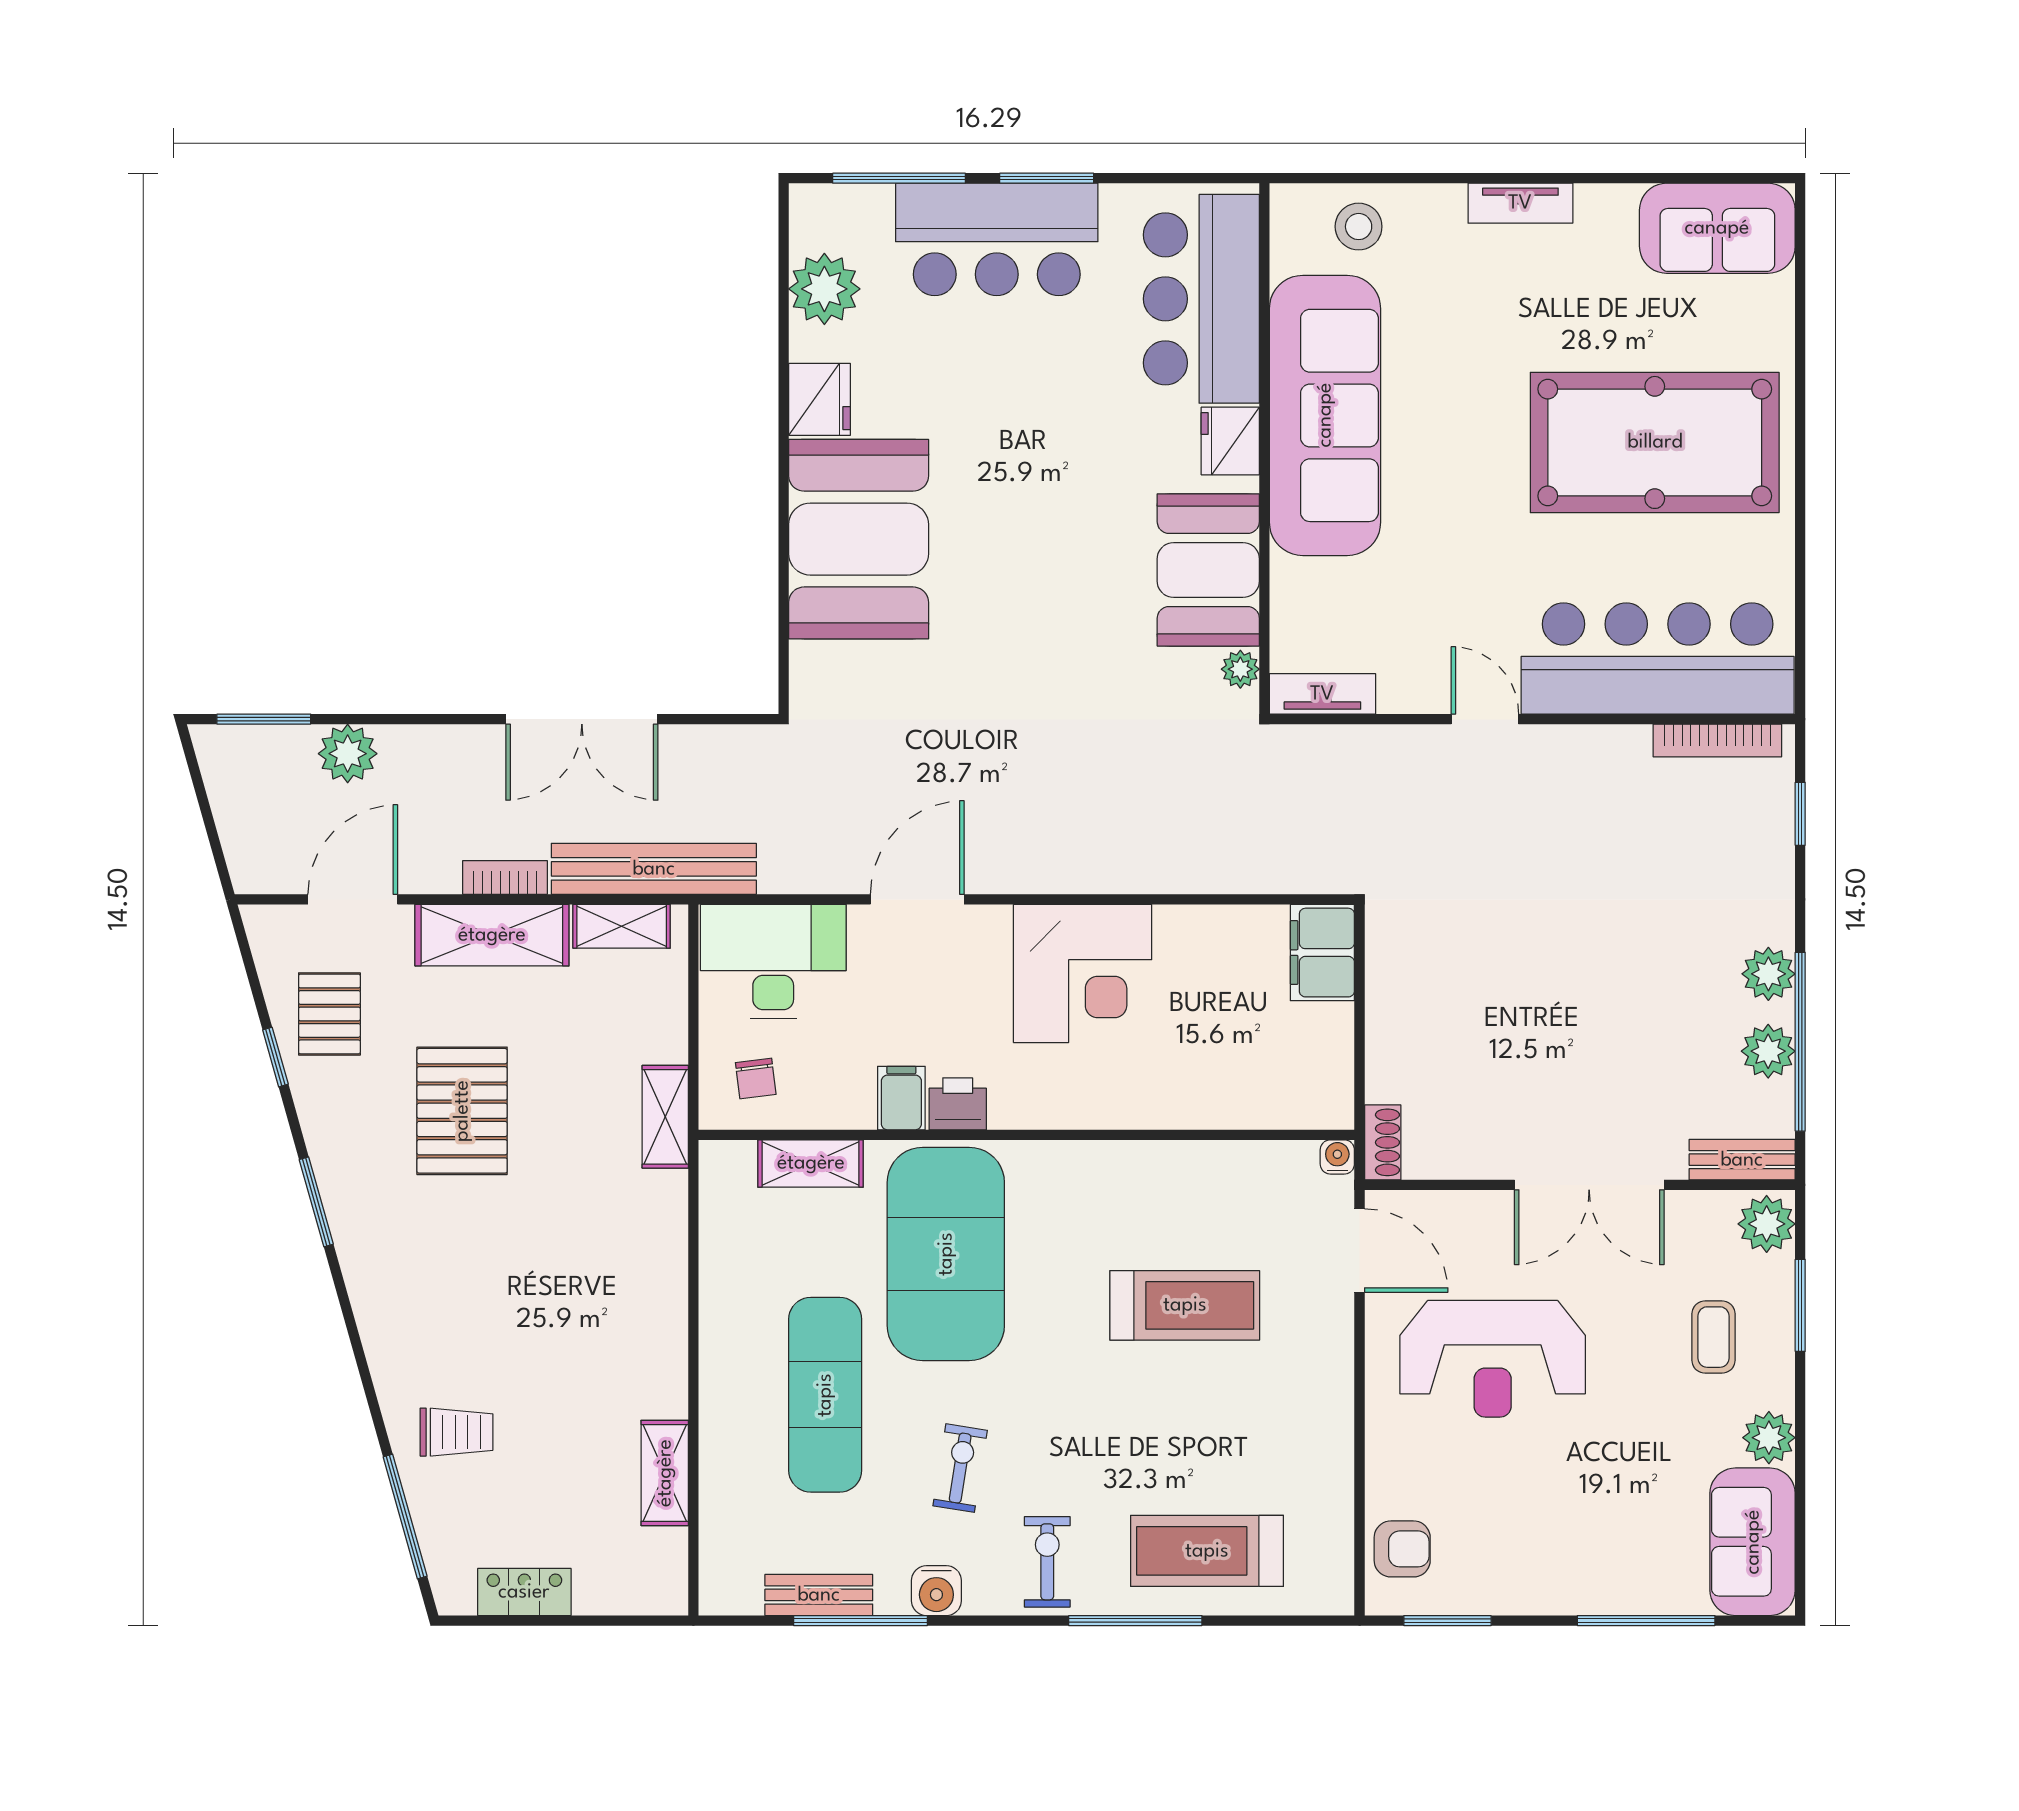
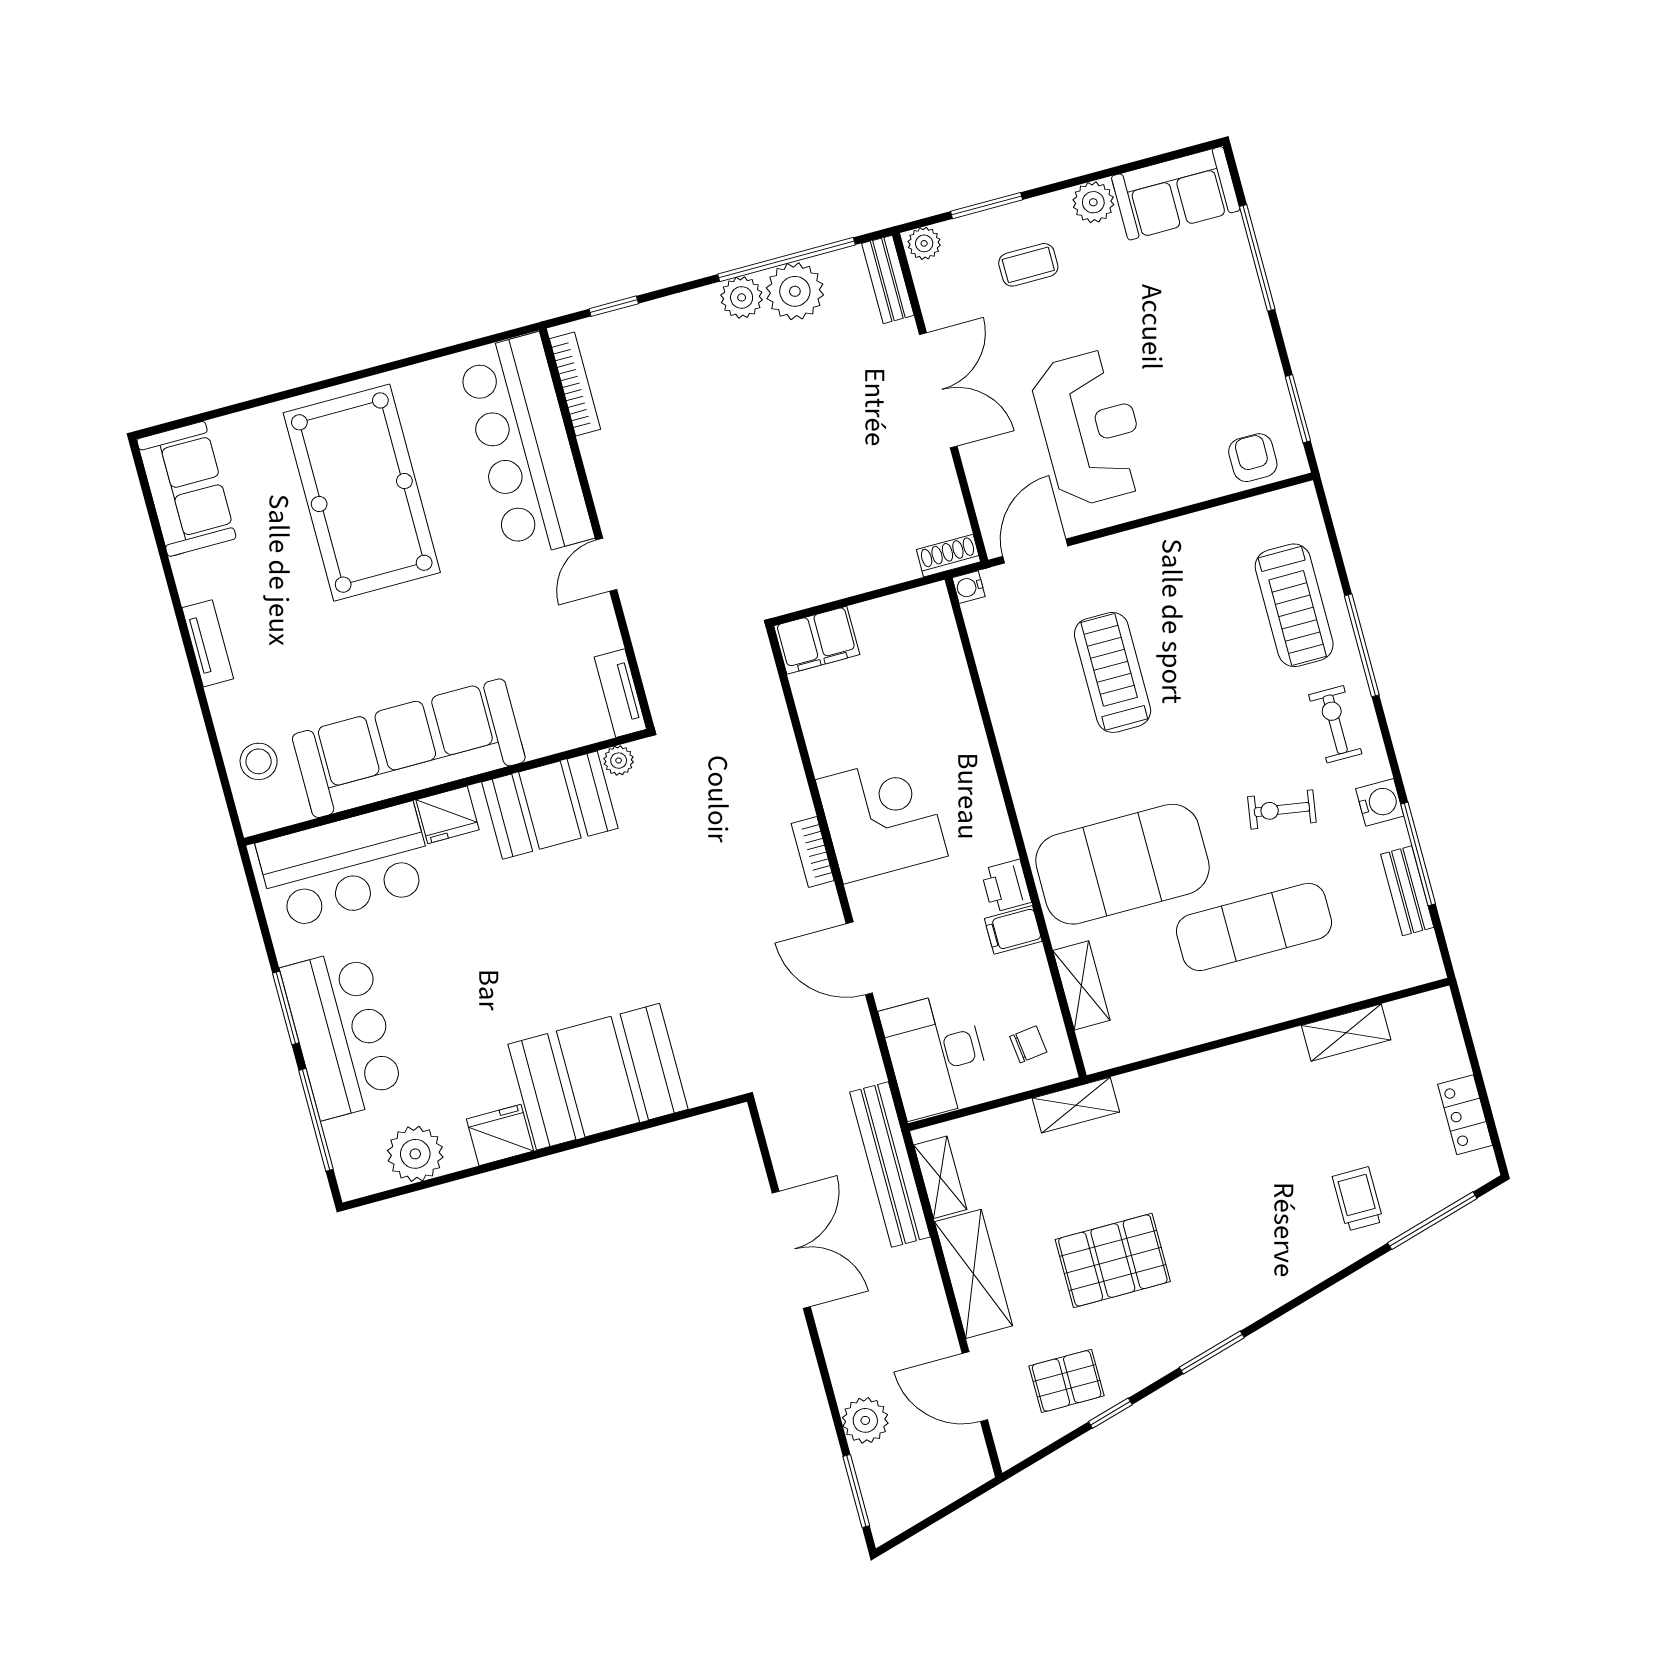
bookcase: (505, 877) -> (813, 852), moved
plant: (1768, 1051) -> (795, 291), width x1.36, depth x1.36
plant: (1767, 1224) -> (924, 243), width x0.73, depth x0.73
exercise bike: (1047, 1562) -> (1335, 724), turned 90

